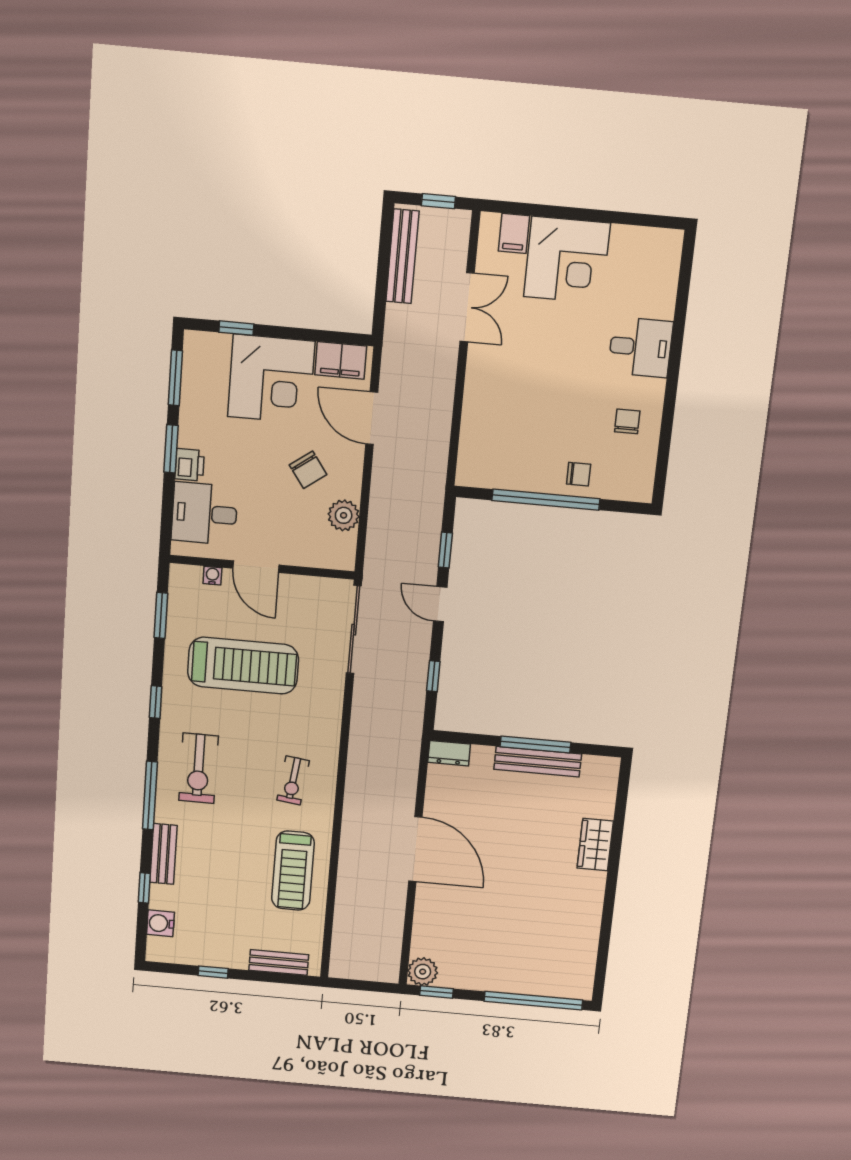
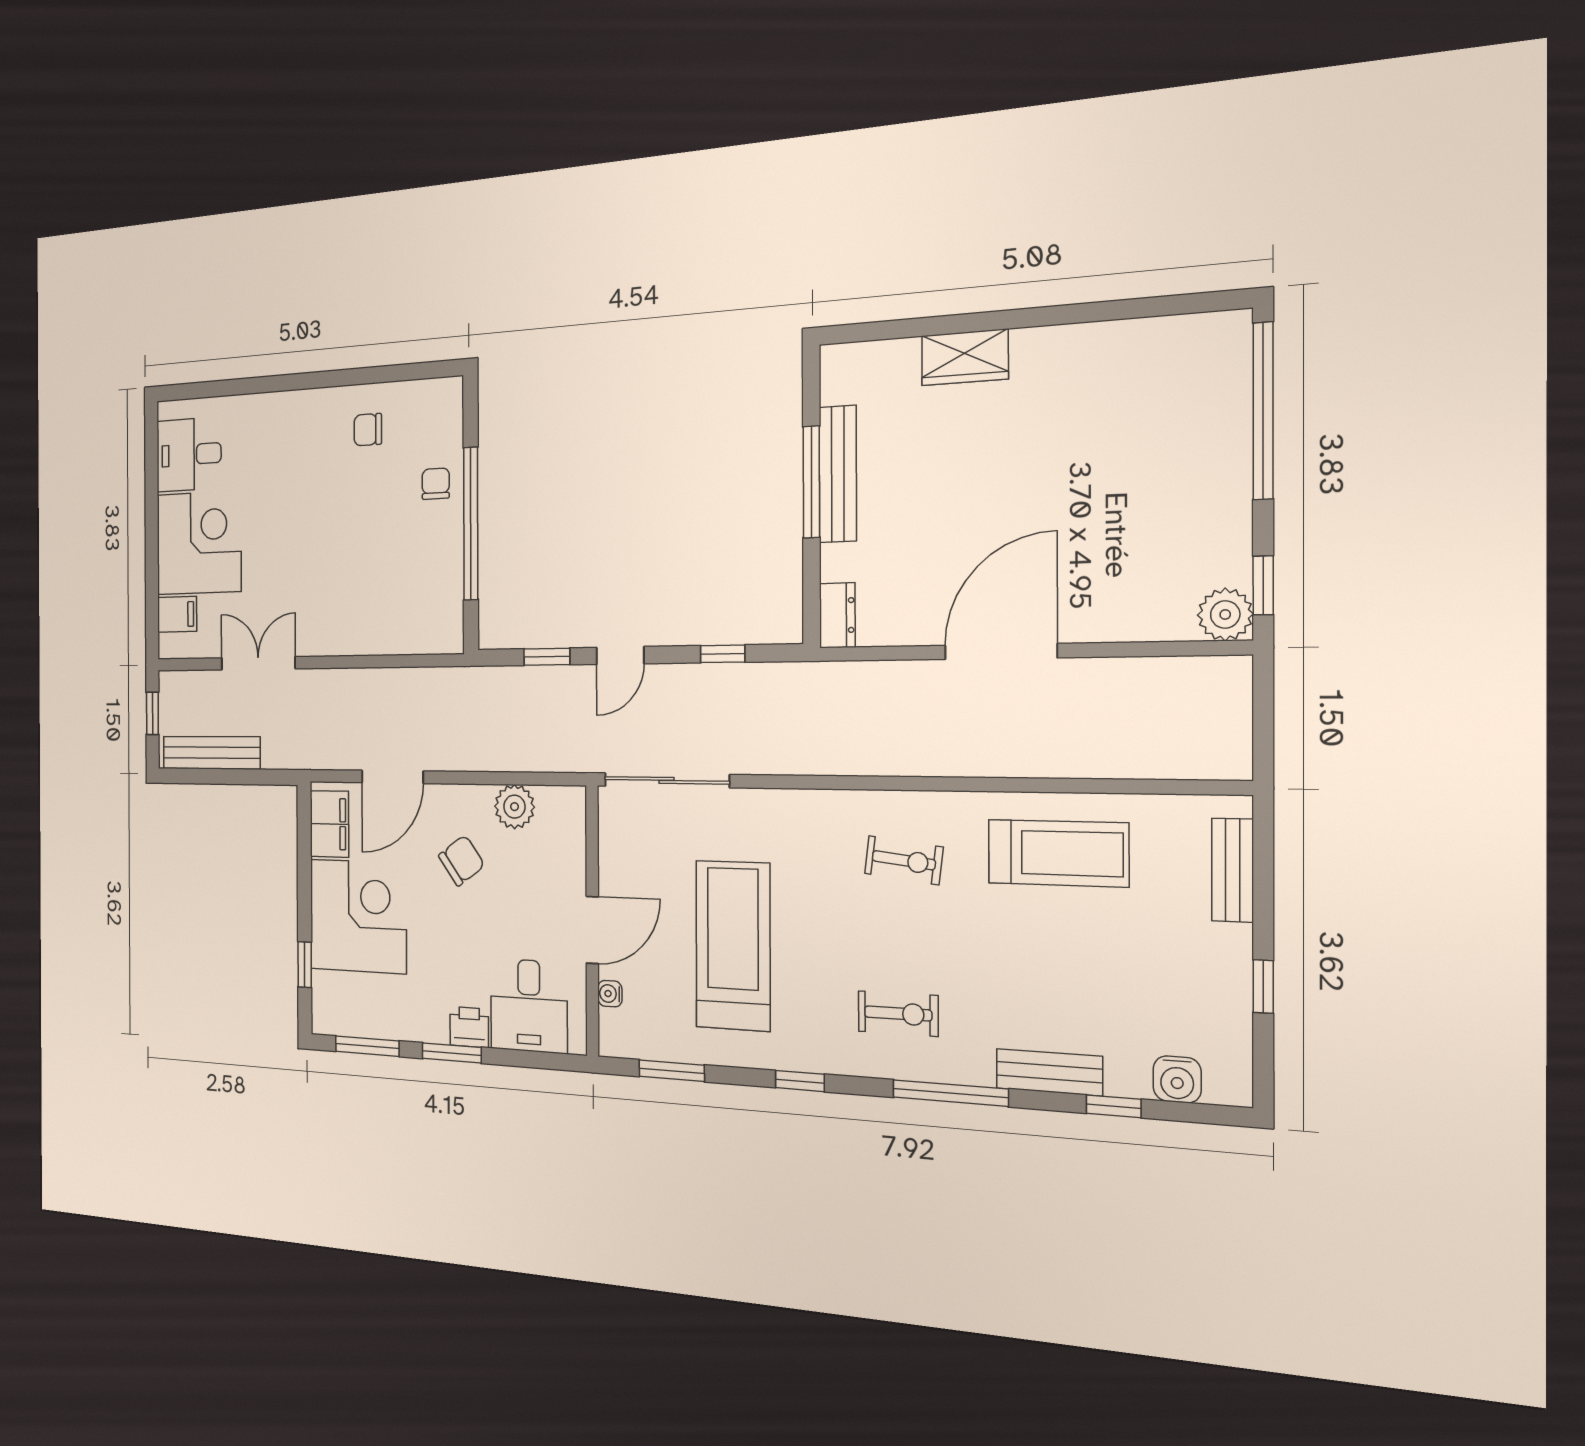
desk: (640, 347) -> (189, 455), moved, turned -90
exercise bike: (198, 768) -> (898, 1014), width x0.73, depth x0.72

